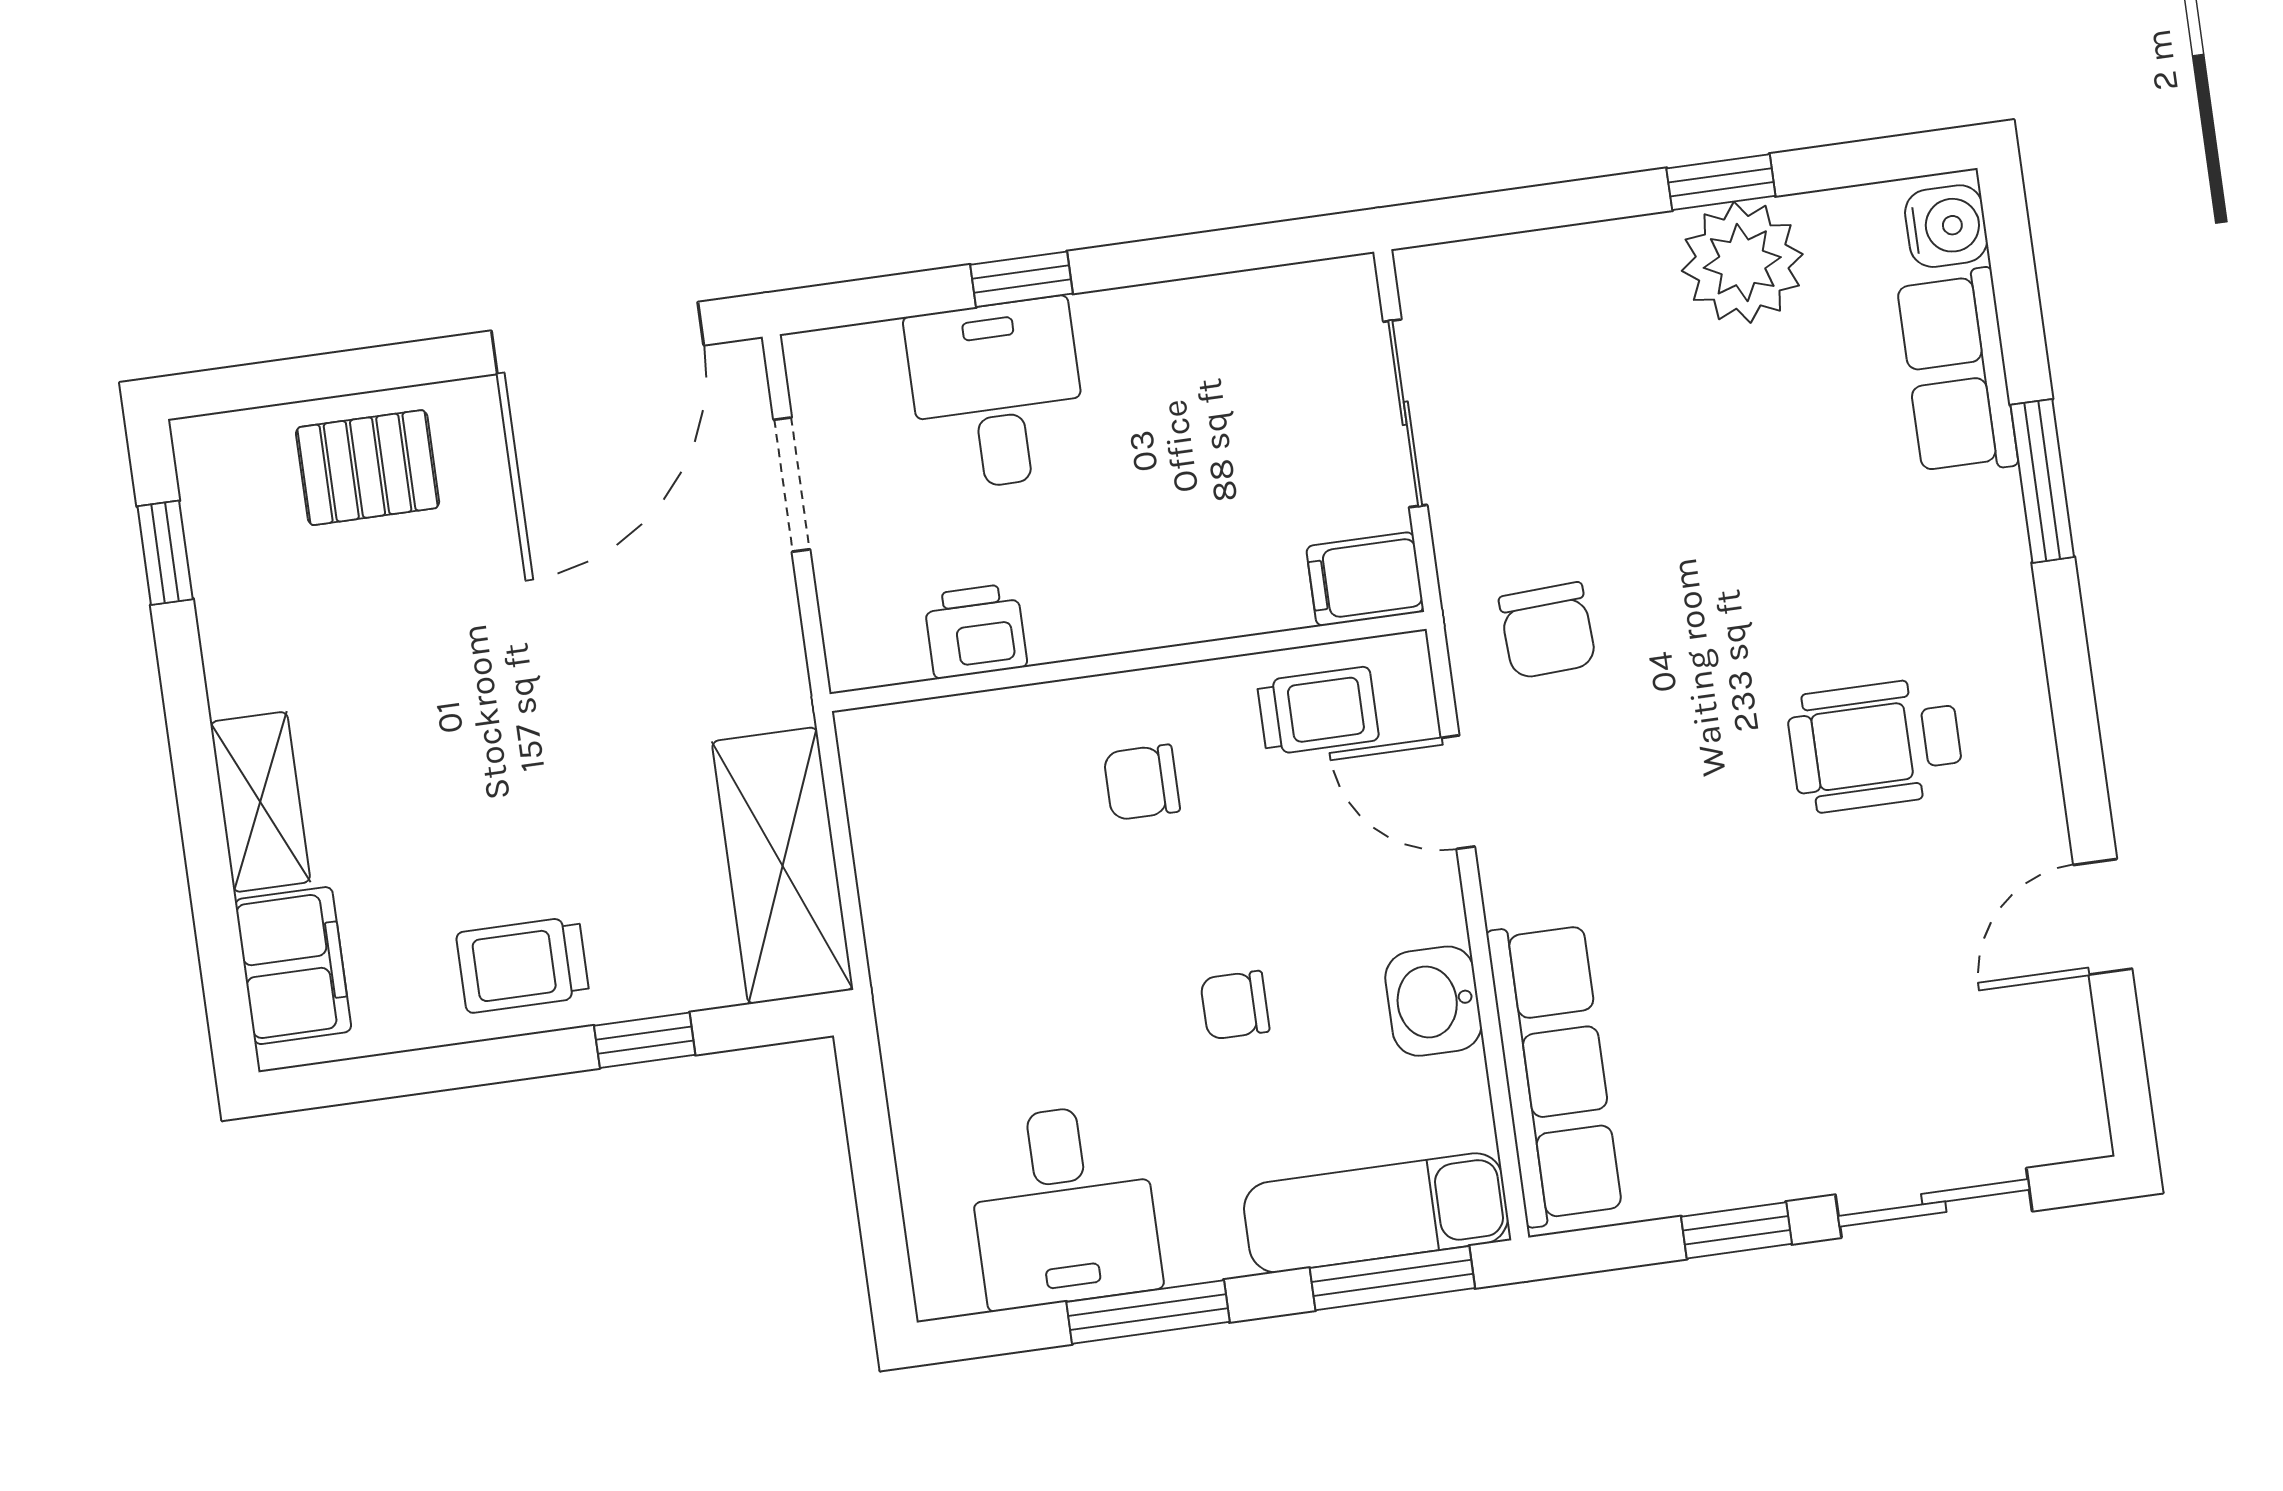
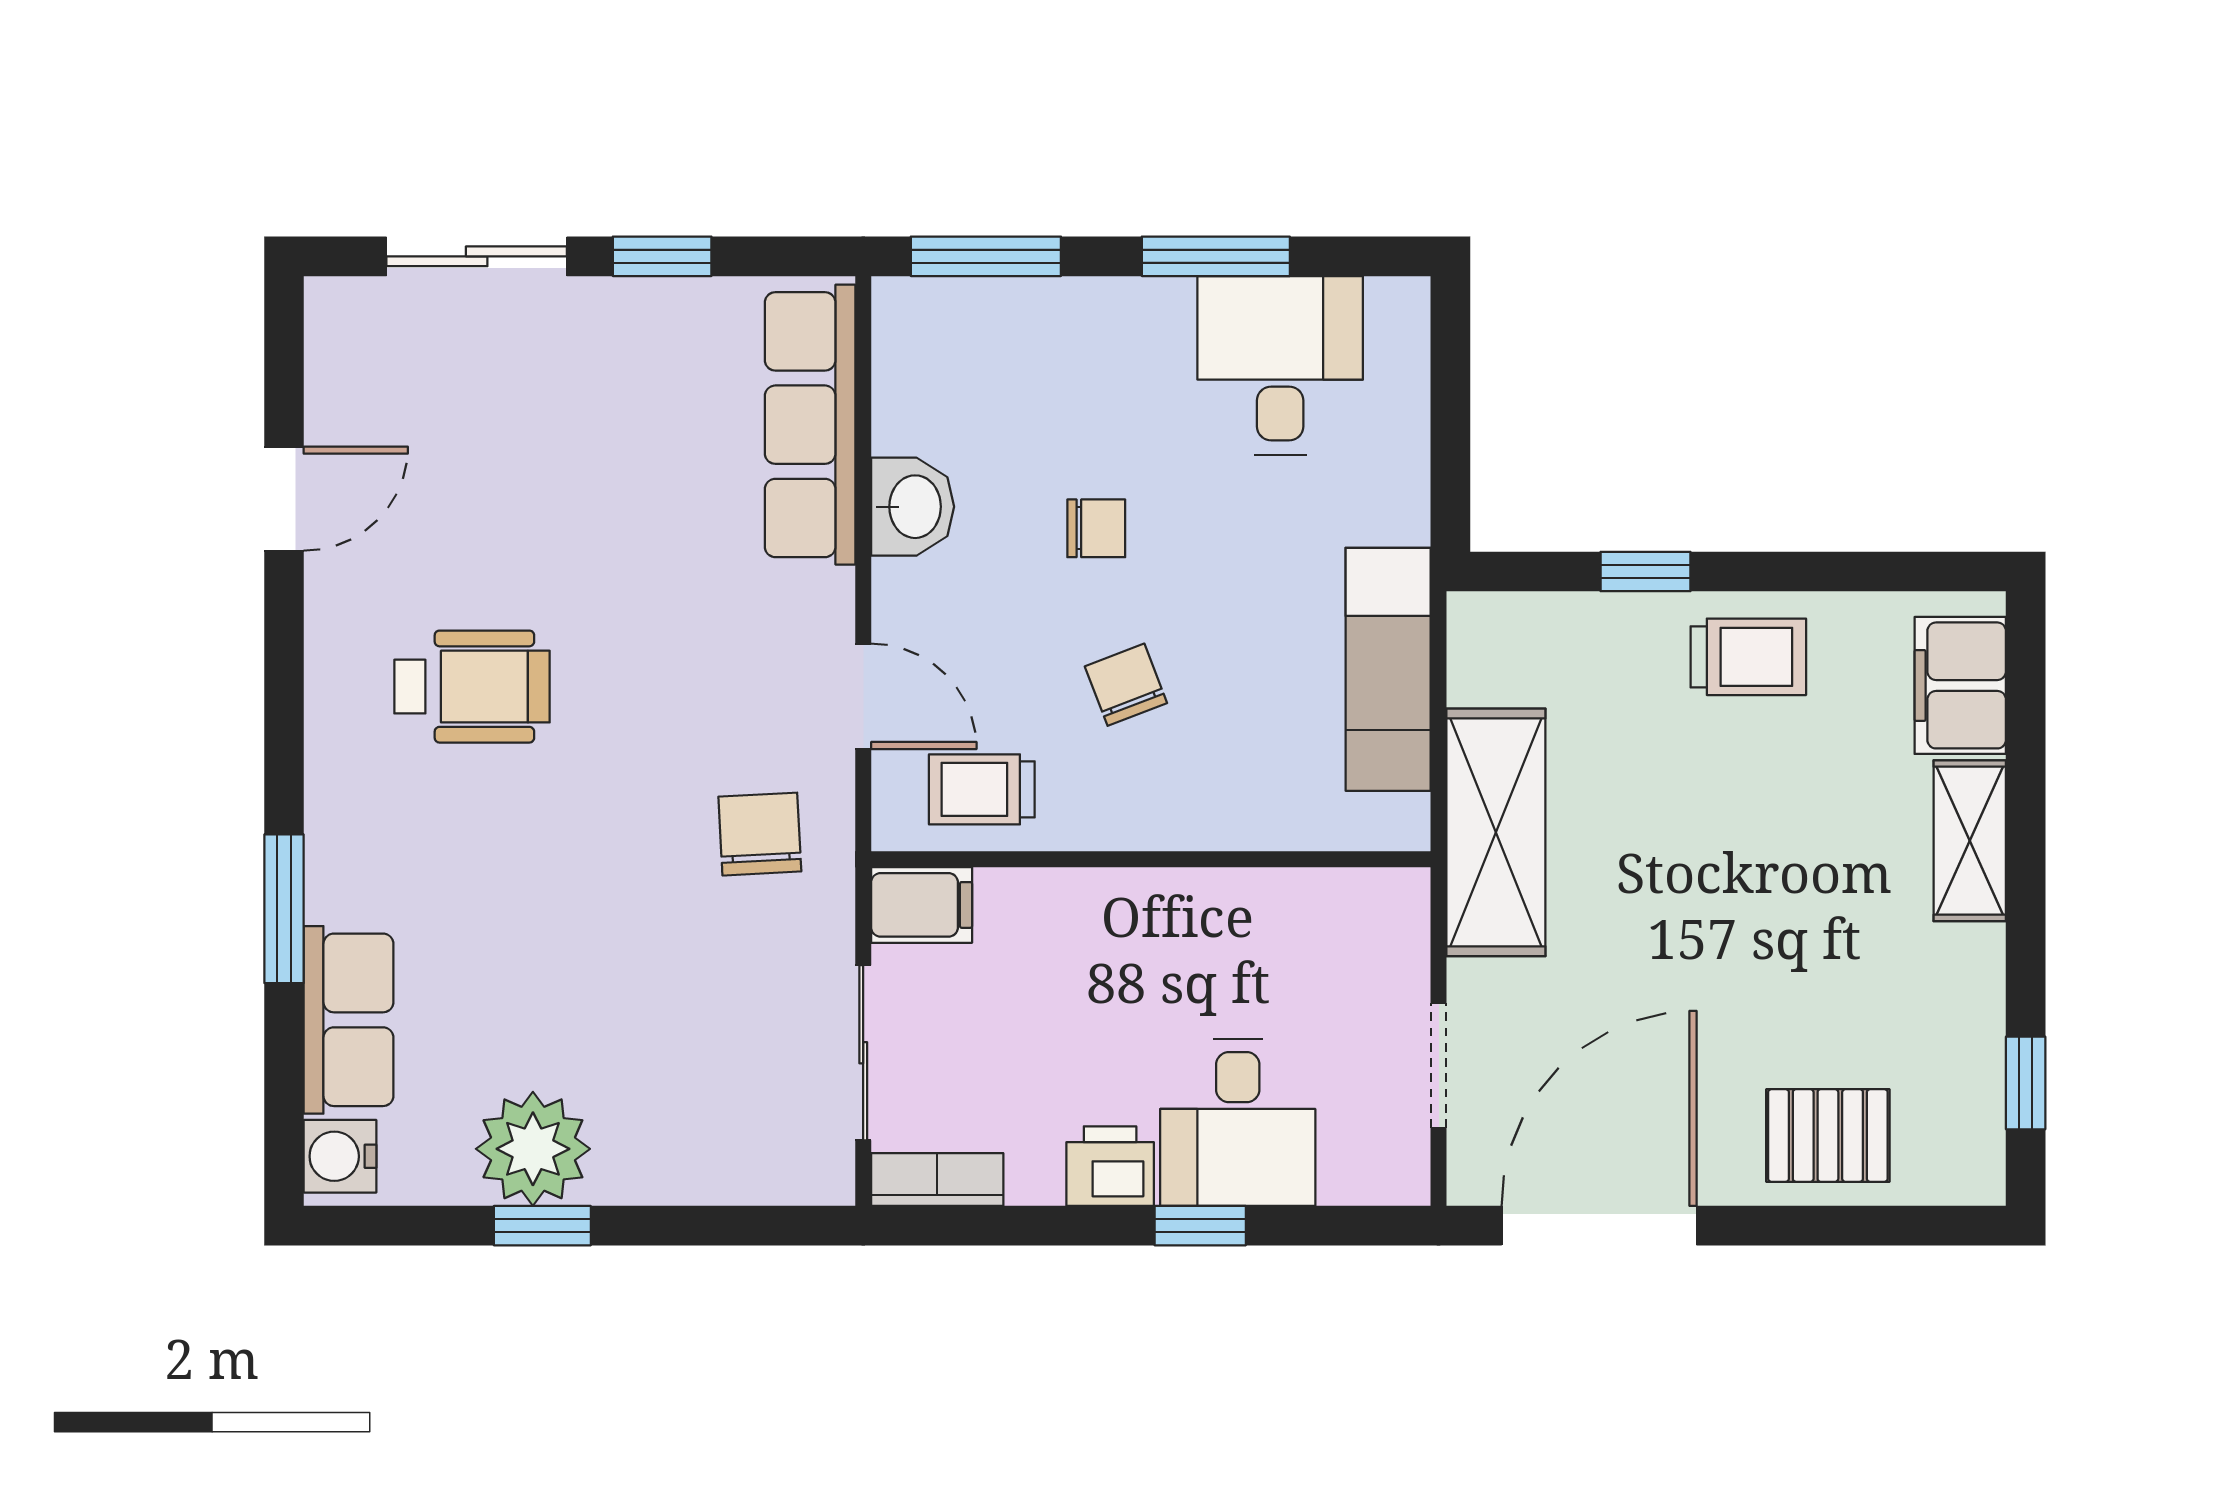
bookcase: (1308, 289) -> (937, 1179), added
printer: (975, 631) -> (1110, 1166), moved, turned 180
chair: (1142, 782) -> (1126, 685), moved, turned -111
shelving: (782, 866) -> (1496, 832), moved
exam couch: (1376, 1213) -> (1388, 669), moved, turned 90

